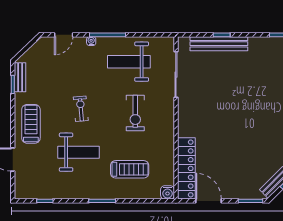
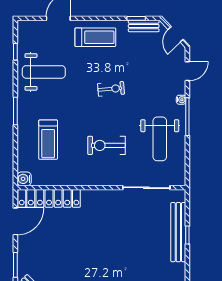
door: (64, 35) -> (187, 71), swing flipped
door: (28, 46) -> (176, 34), added
weight bench: (129, 62) -> (160, 139), turned 180
weight bench: (78, 152) -> (44, 72), moved, turned -90

